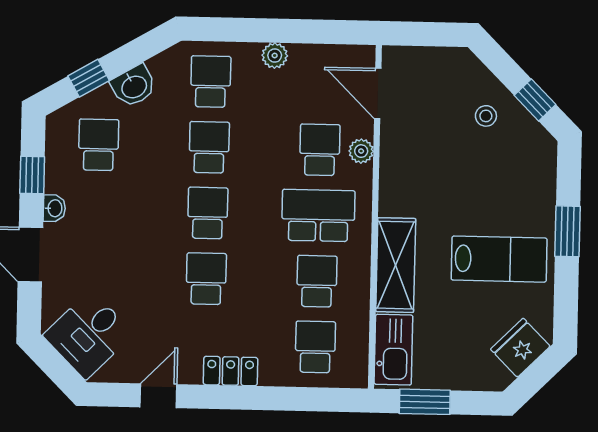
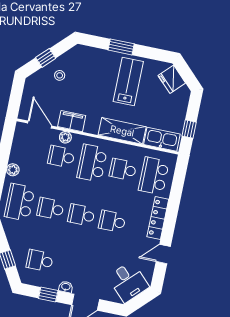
school desk: (211, 82) -> (20, 202), width x1.85
washbasin: (134, 86) -> (15, 239), removed
door: (378, 94) -> (40, 124), swing flipped
window: (535, 100) -> (46, 58), moved
filing cabinet: (397, 158) -> (72, 121), added
school desk: (315, 347) -> (154, 176), width x1.85
locker: (230, 371) -> (158, 218), width x1.53
door: (158, 396) -> (163, 254), hinge flipped
window: (425, 402) -> (189, 129), width x0.67

